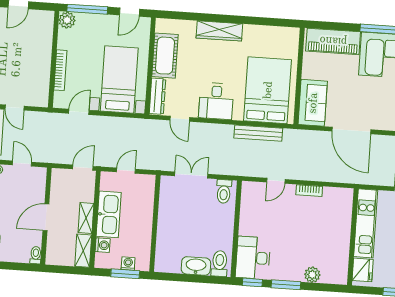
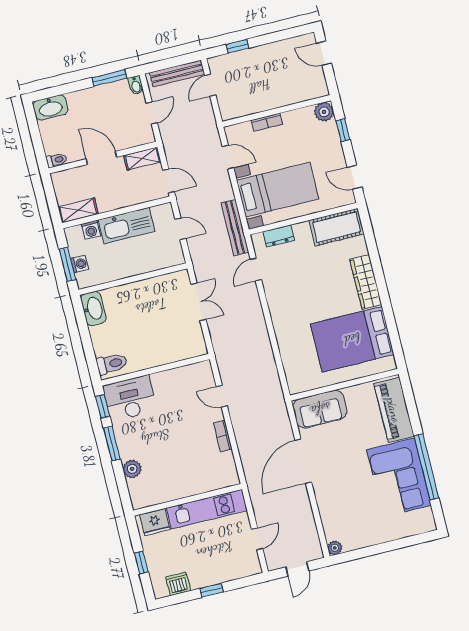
window: (87, 9) -> (343, 130), width x0.46
cot: (165, 56) -> (337, 227), moved
bookcase: (60, 70) -> (267, 122), width x0.64
bed: (268, 90) -> (352, 339), moved, turned 180
dresser: (157, 96) -> (279, 236), width x0.70
desk: (216, 101) -> (288, 303), removed
bench: (258, 133) -> (235, 228), moved
toilet: (224, 191) -> (192, 343), removed
shelving: (86, 218) -> (142, 159), moved
washbasin: (196, 266) -> (93, 309), moved

